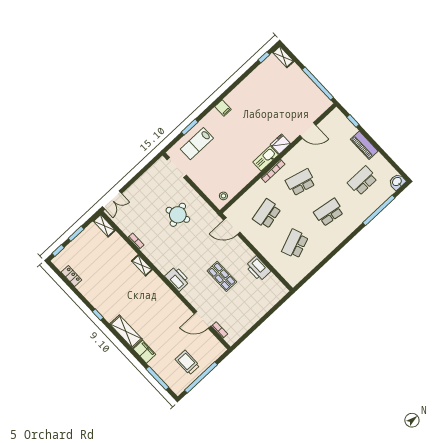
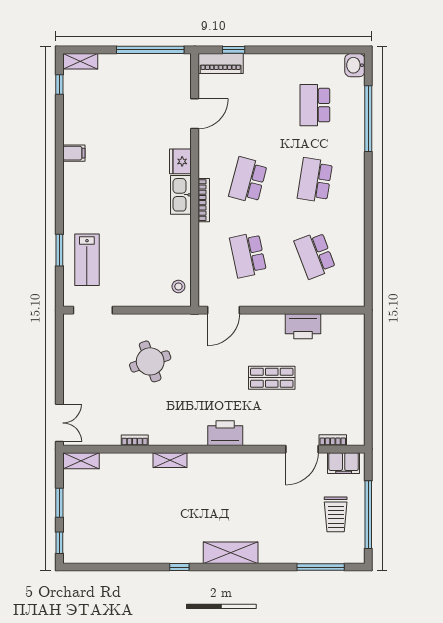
filing cabinet: (223, 108) -> (74, 153), moved
piano: (364, 145) -> (221, 63), moved
locker: (71, 276) -> (104, 555), removed
filing cabinet: (145, 352) -> (344, 463), moved, turned 180
trolley: (187, 363) -> (336, 514), turned -90

